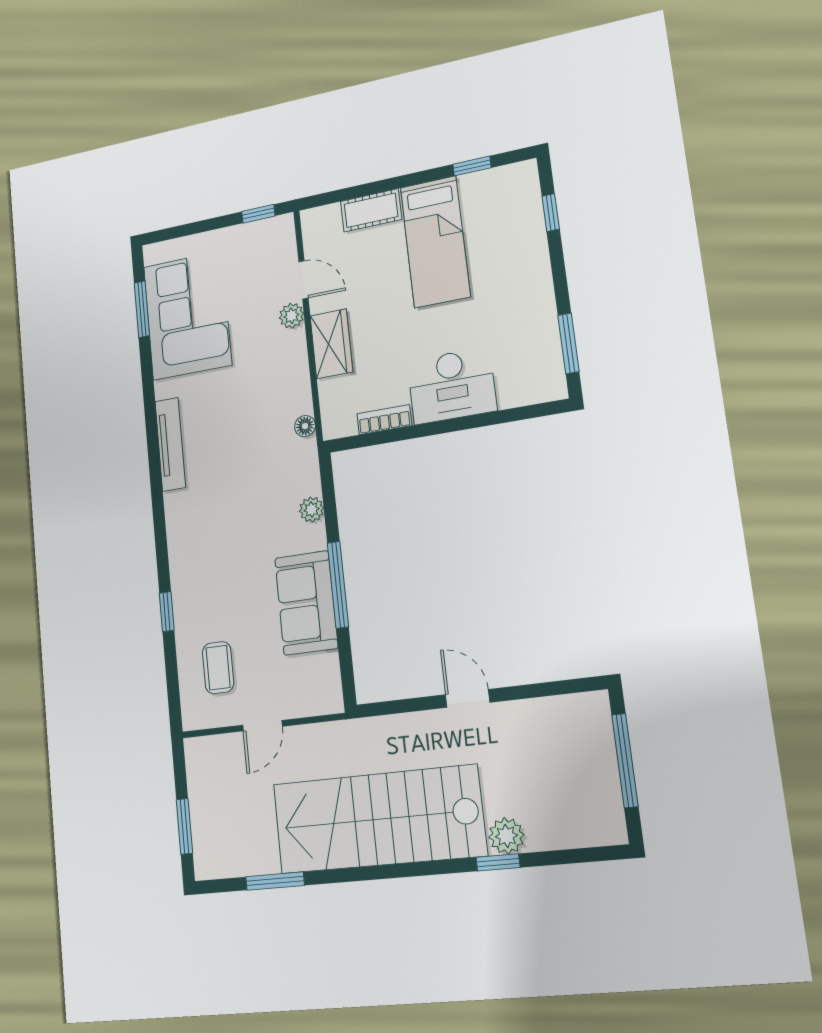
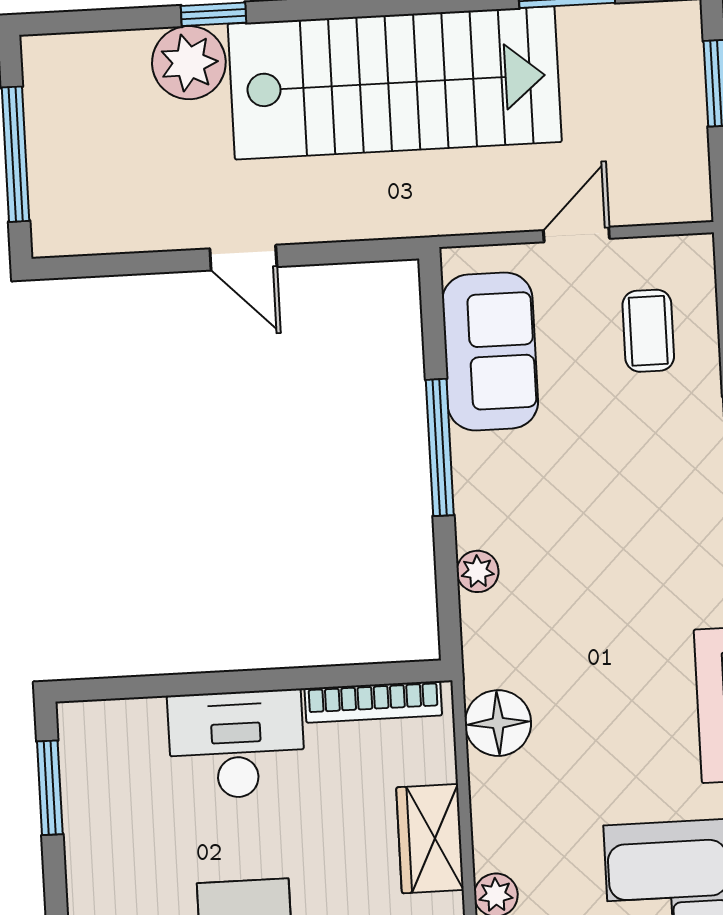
bookcase: (384, 420) -> (373, 702), width x1.56
floor lamp: (305, 426) -> (498, 723), width x1.89, depth x1.89
sofa: (306, 603) -> (490, 351), moved
plant: (506, 836) -> (189, 63), width x1.36, depth x1.36

